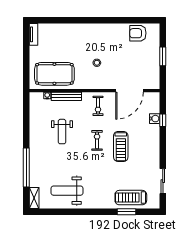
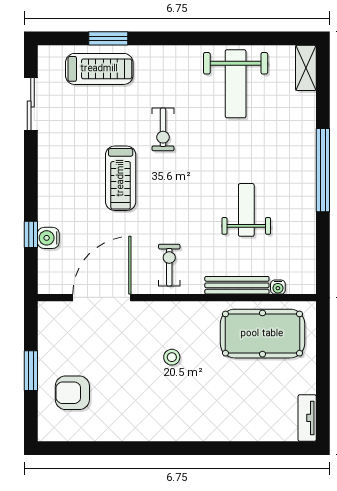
armchair: (138, 33) -> (72, 393), moved, turned 180
exercise bike: (97, 140) -> (163, 129), moved
treadmill: (121, 146) -> (121, 178), turned 180
window: (26, 168) -> (323, 170), moved
weight bench: (67, 191) -> (236, 84), turned 90

